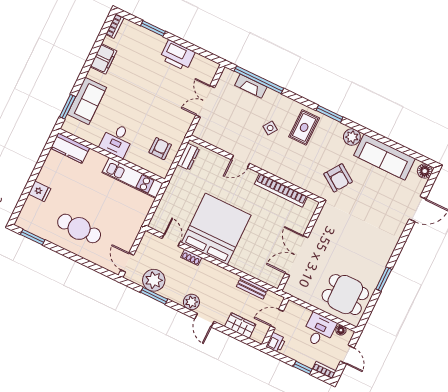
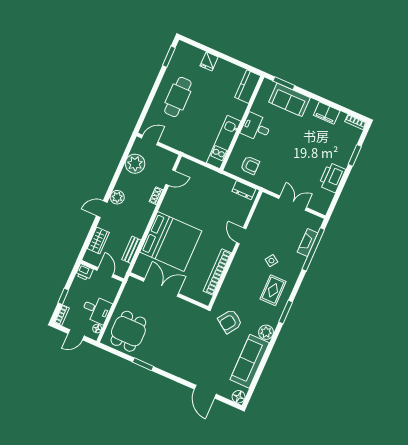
rug: (304, 127) -> (273, 290), turned 90
bed: (216, 229) -> (171, 242), moved
window: (154, 296) -> (121, 164), removed

